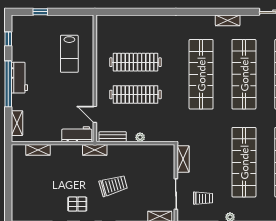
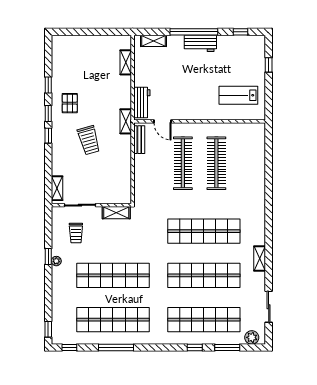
lab bench: (69, 54) -> (238, 95), moved
door: (95, 114) -> (162, 121), swing flipped
plant: (140, 137) -> (139, 168), removed

